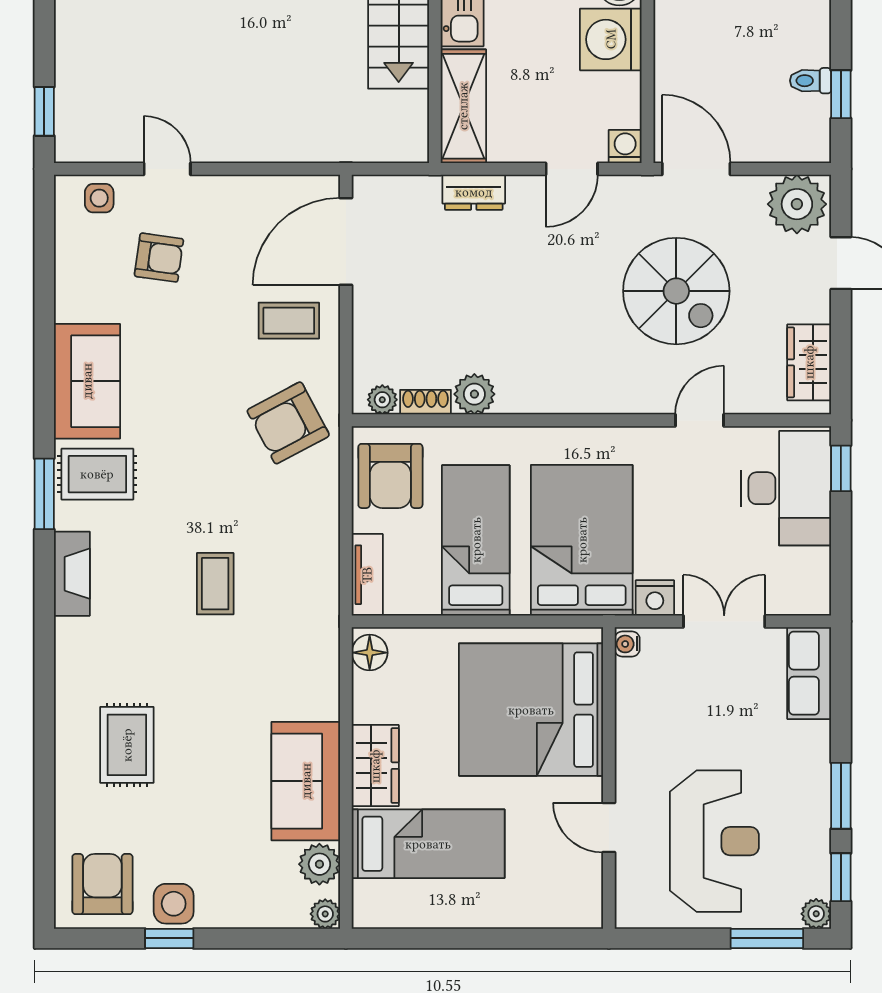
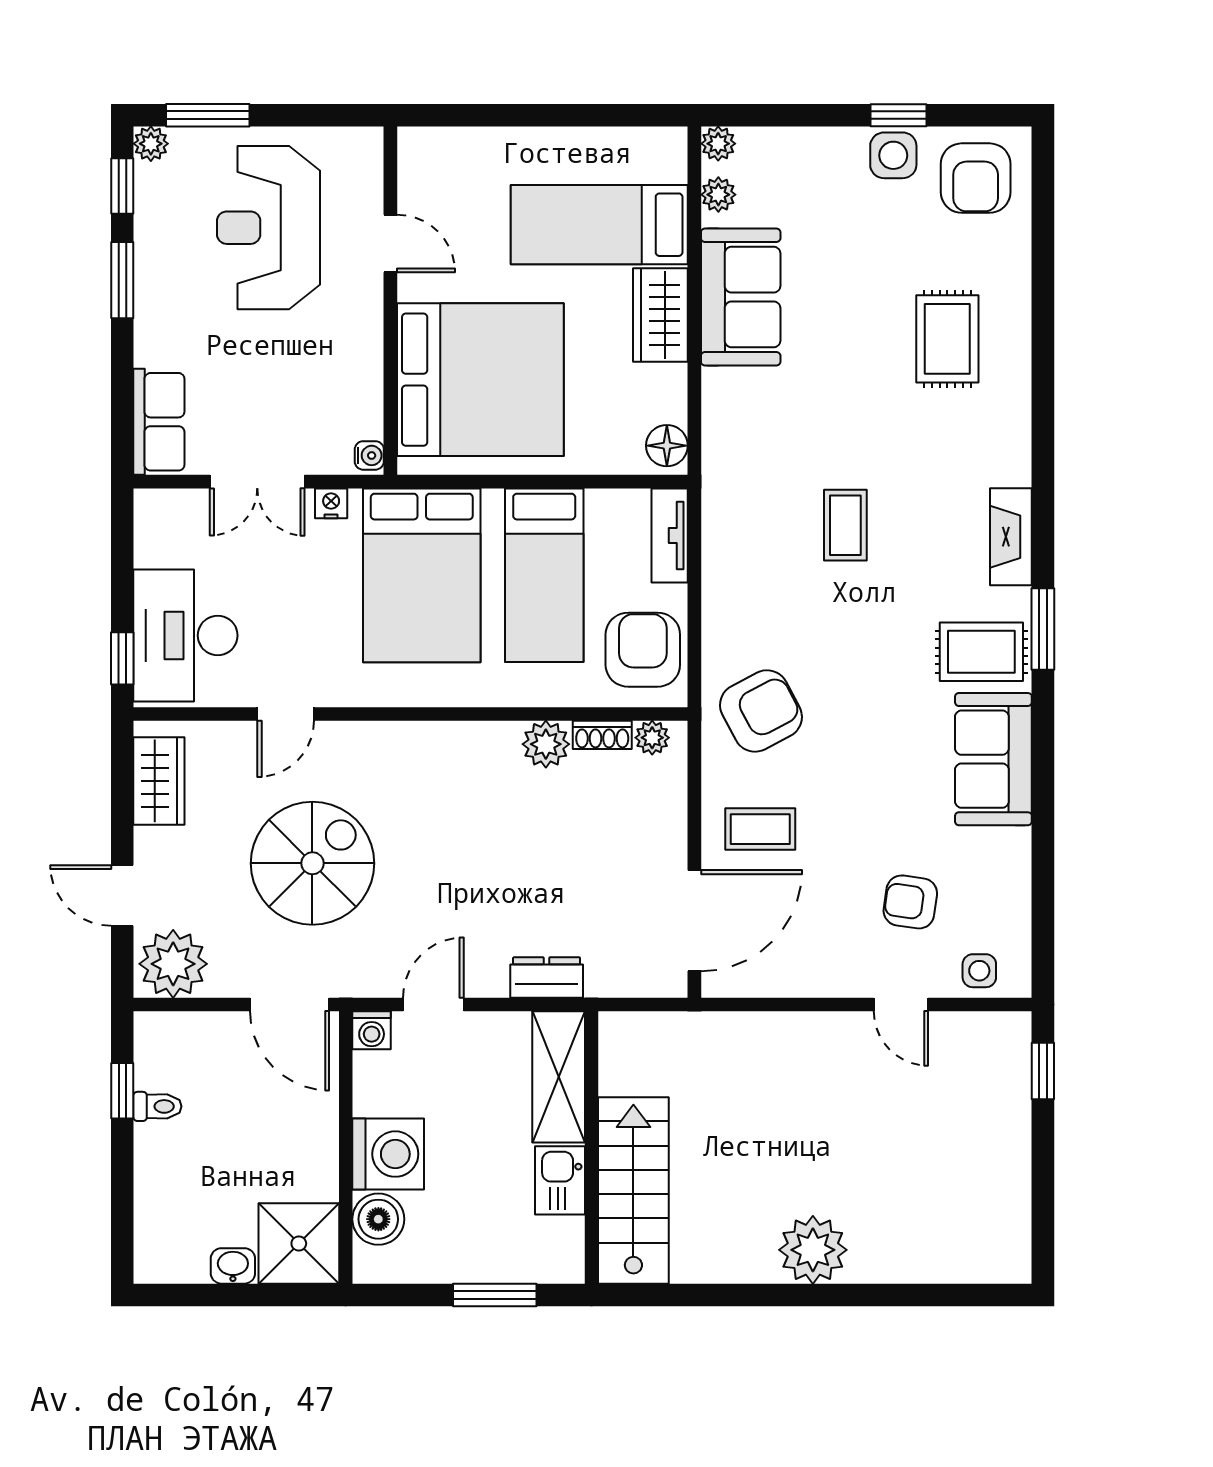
spiral stairs: (676, 291) -> (312, 863), turned 90
nightstand: (655, 598) -> (331, 503), width x0.72, depth x0.74
plant: (319, 864) -> (718, 195), width x0.73, depth x0.73

